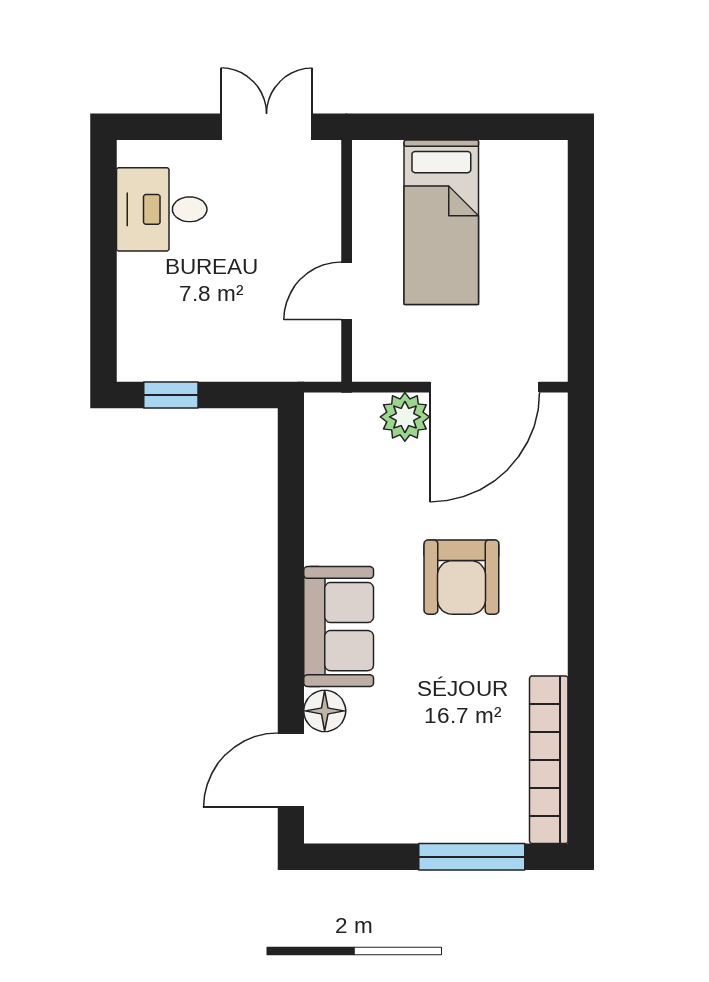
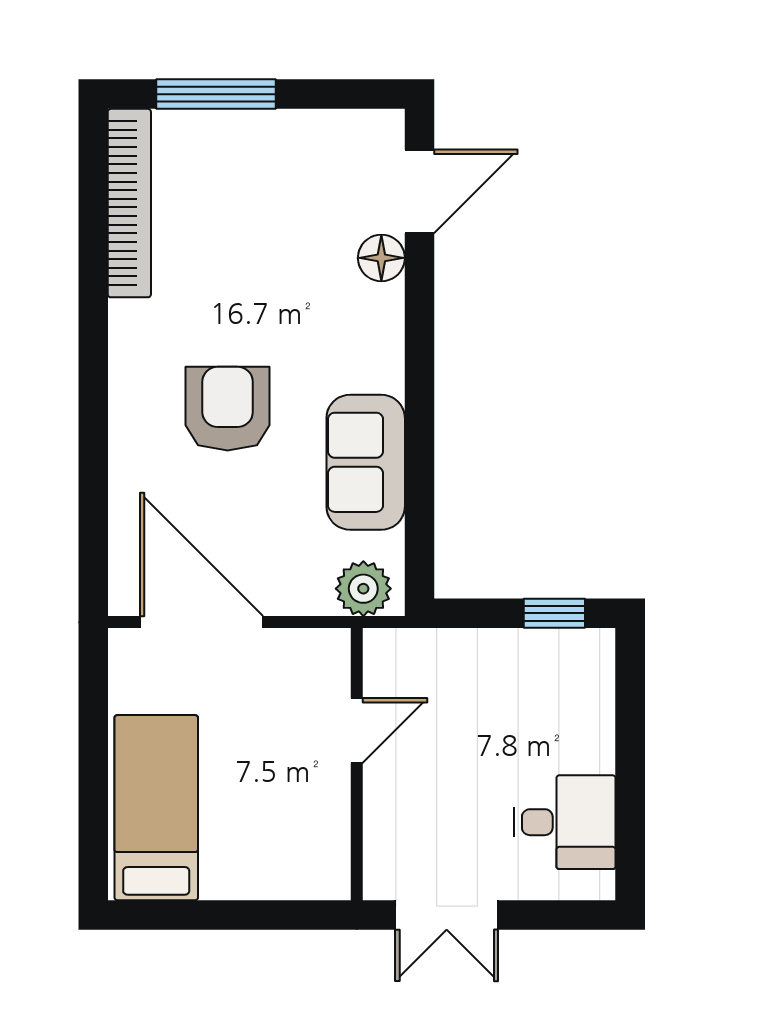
bed: (441, 222) -> (156, 808), moved
door: (485, 387) -> (202, 622), hinge flipped
plant: (405, 417) -> (363, 589), moved
sofa: (339, 627) -> (366, 462), moved

